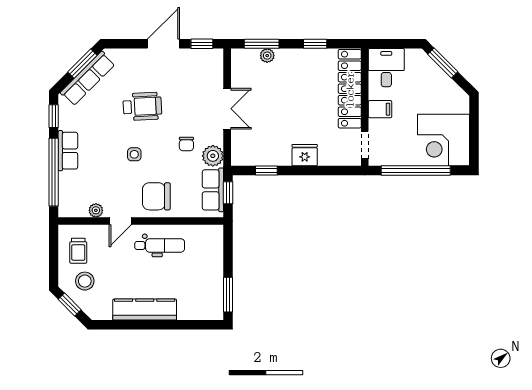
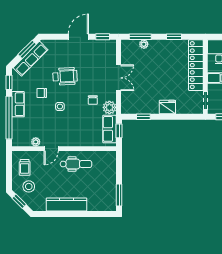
chair: (156, 196) -> (42, 93), moved, width x0.54, depth x0.54

